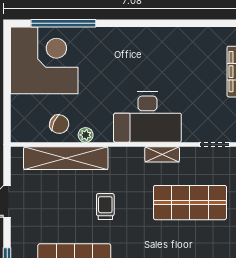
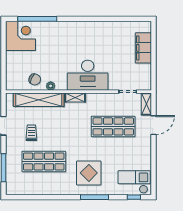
corner desk: (44, 60) -> (20, 36), width x0.74, depth x0.74
shelving: (162, 154) -> (75, 98), moved
trolley: (105, 207) -> (31, 133), moved

